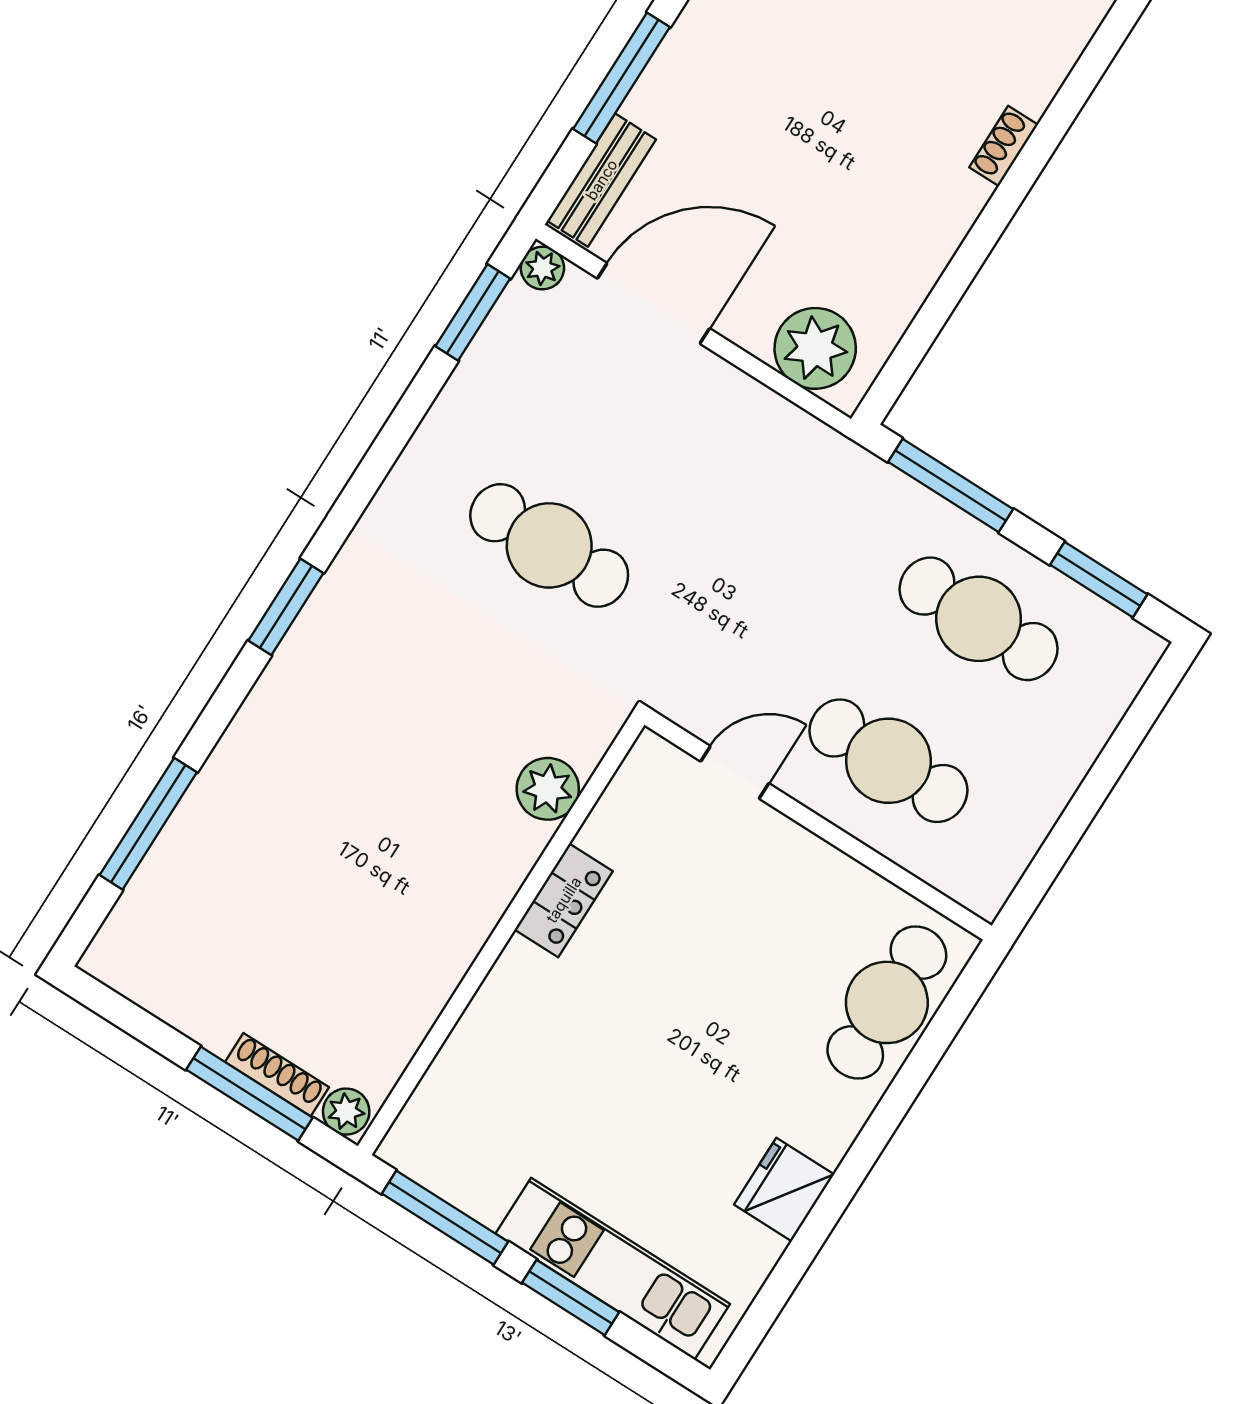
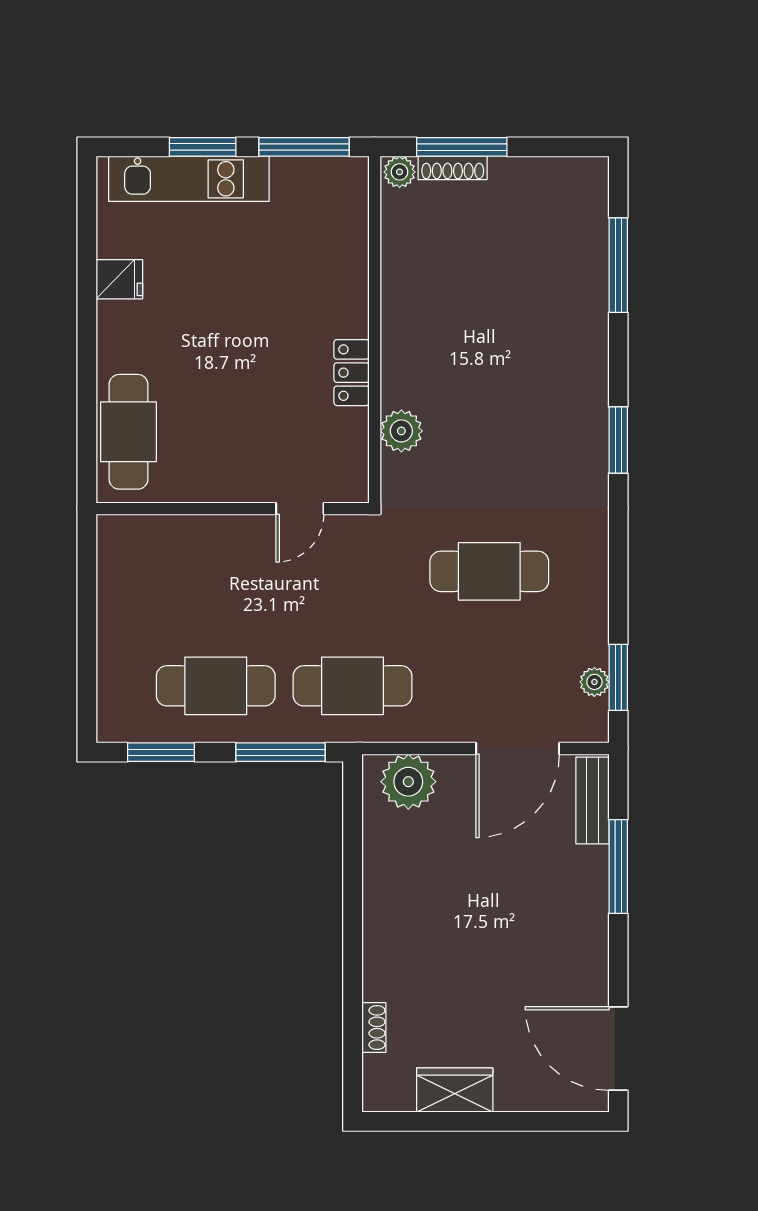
shoe rack: (1004, 146) -> (374, 1028), moved
plant: (542, 268) -> (594, 682), moved
cafe table: (888, 761) -> (353, 686), moved
fridge: (784, 1189) -> (119, 279), width x0.72

